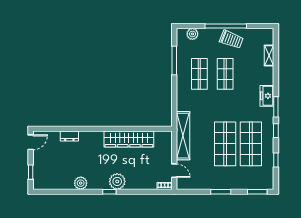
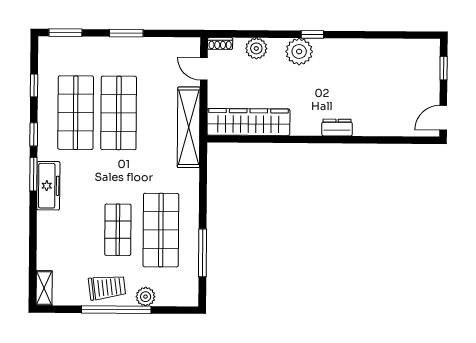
plant: (192, 34) -> (146, 297), moved
trolley: (231, 39) -> (107, 287), turned 152
shelving: (269, 55) -> (44, 288), moved
shop shelf: (199, 74) -> (161, 230), width x1.43, depth x1.36
freezer: (267, 96) -> (48, 186), width x1.40
dresser: (69, 136) -> (337, 128), moved
wardrobe: (129, 139) -> (248, 122), moved
plant: (81, 183) -> (256, 48), moved

